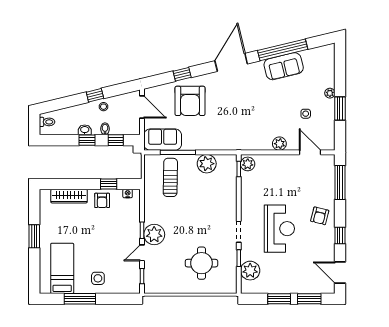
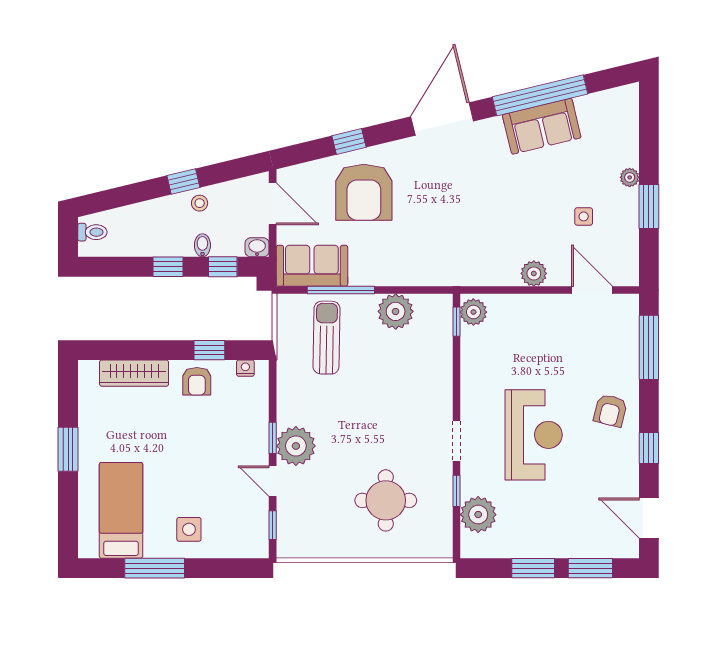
washbasin: (85, 130) -> (257, 247), moved
door: (142, 253) -> (273, 481), hinge flipped

